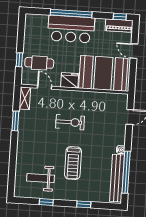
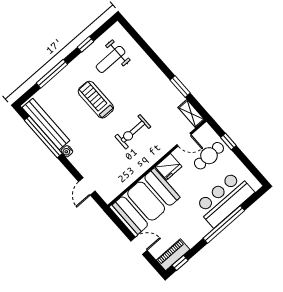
bar counter: (71, 29) -> (224, 199), moved
weight bench: (40, 178) -> (111, 59), turned 180
window: (84, 204) -> (52, 74), width x2.17

